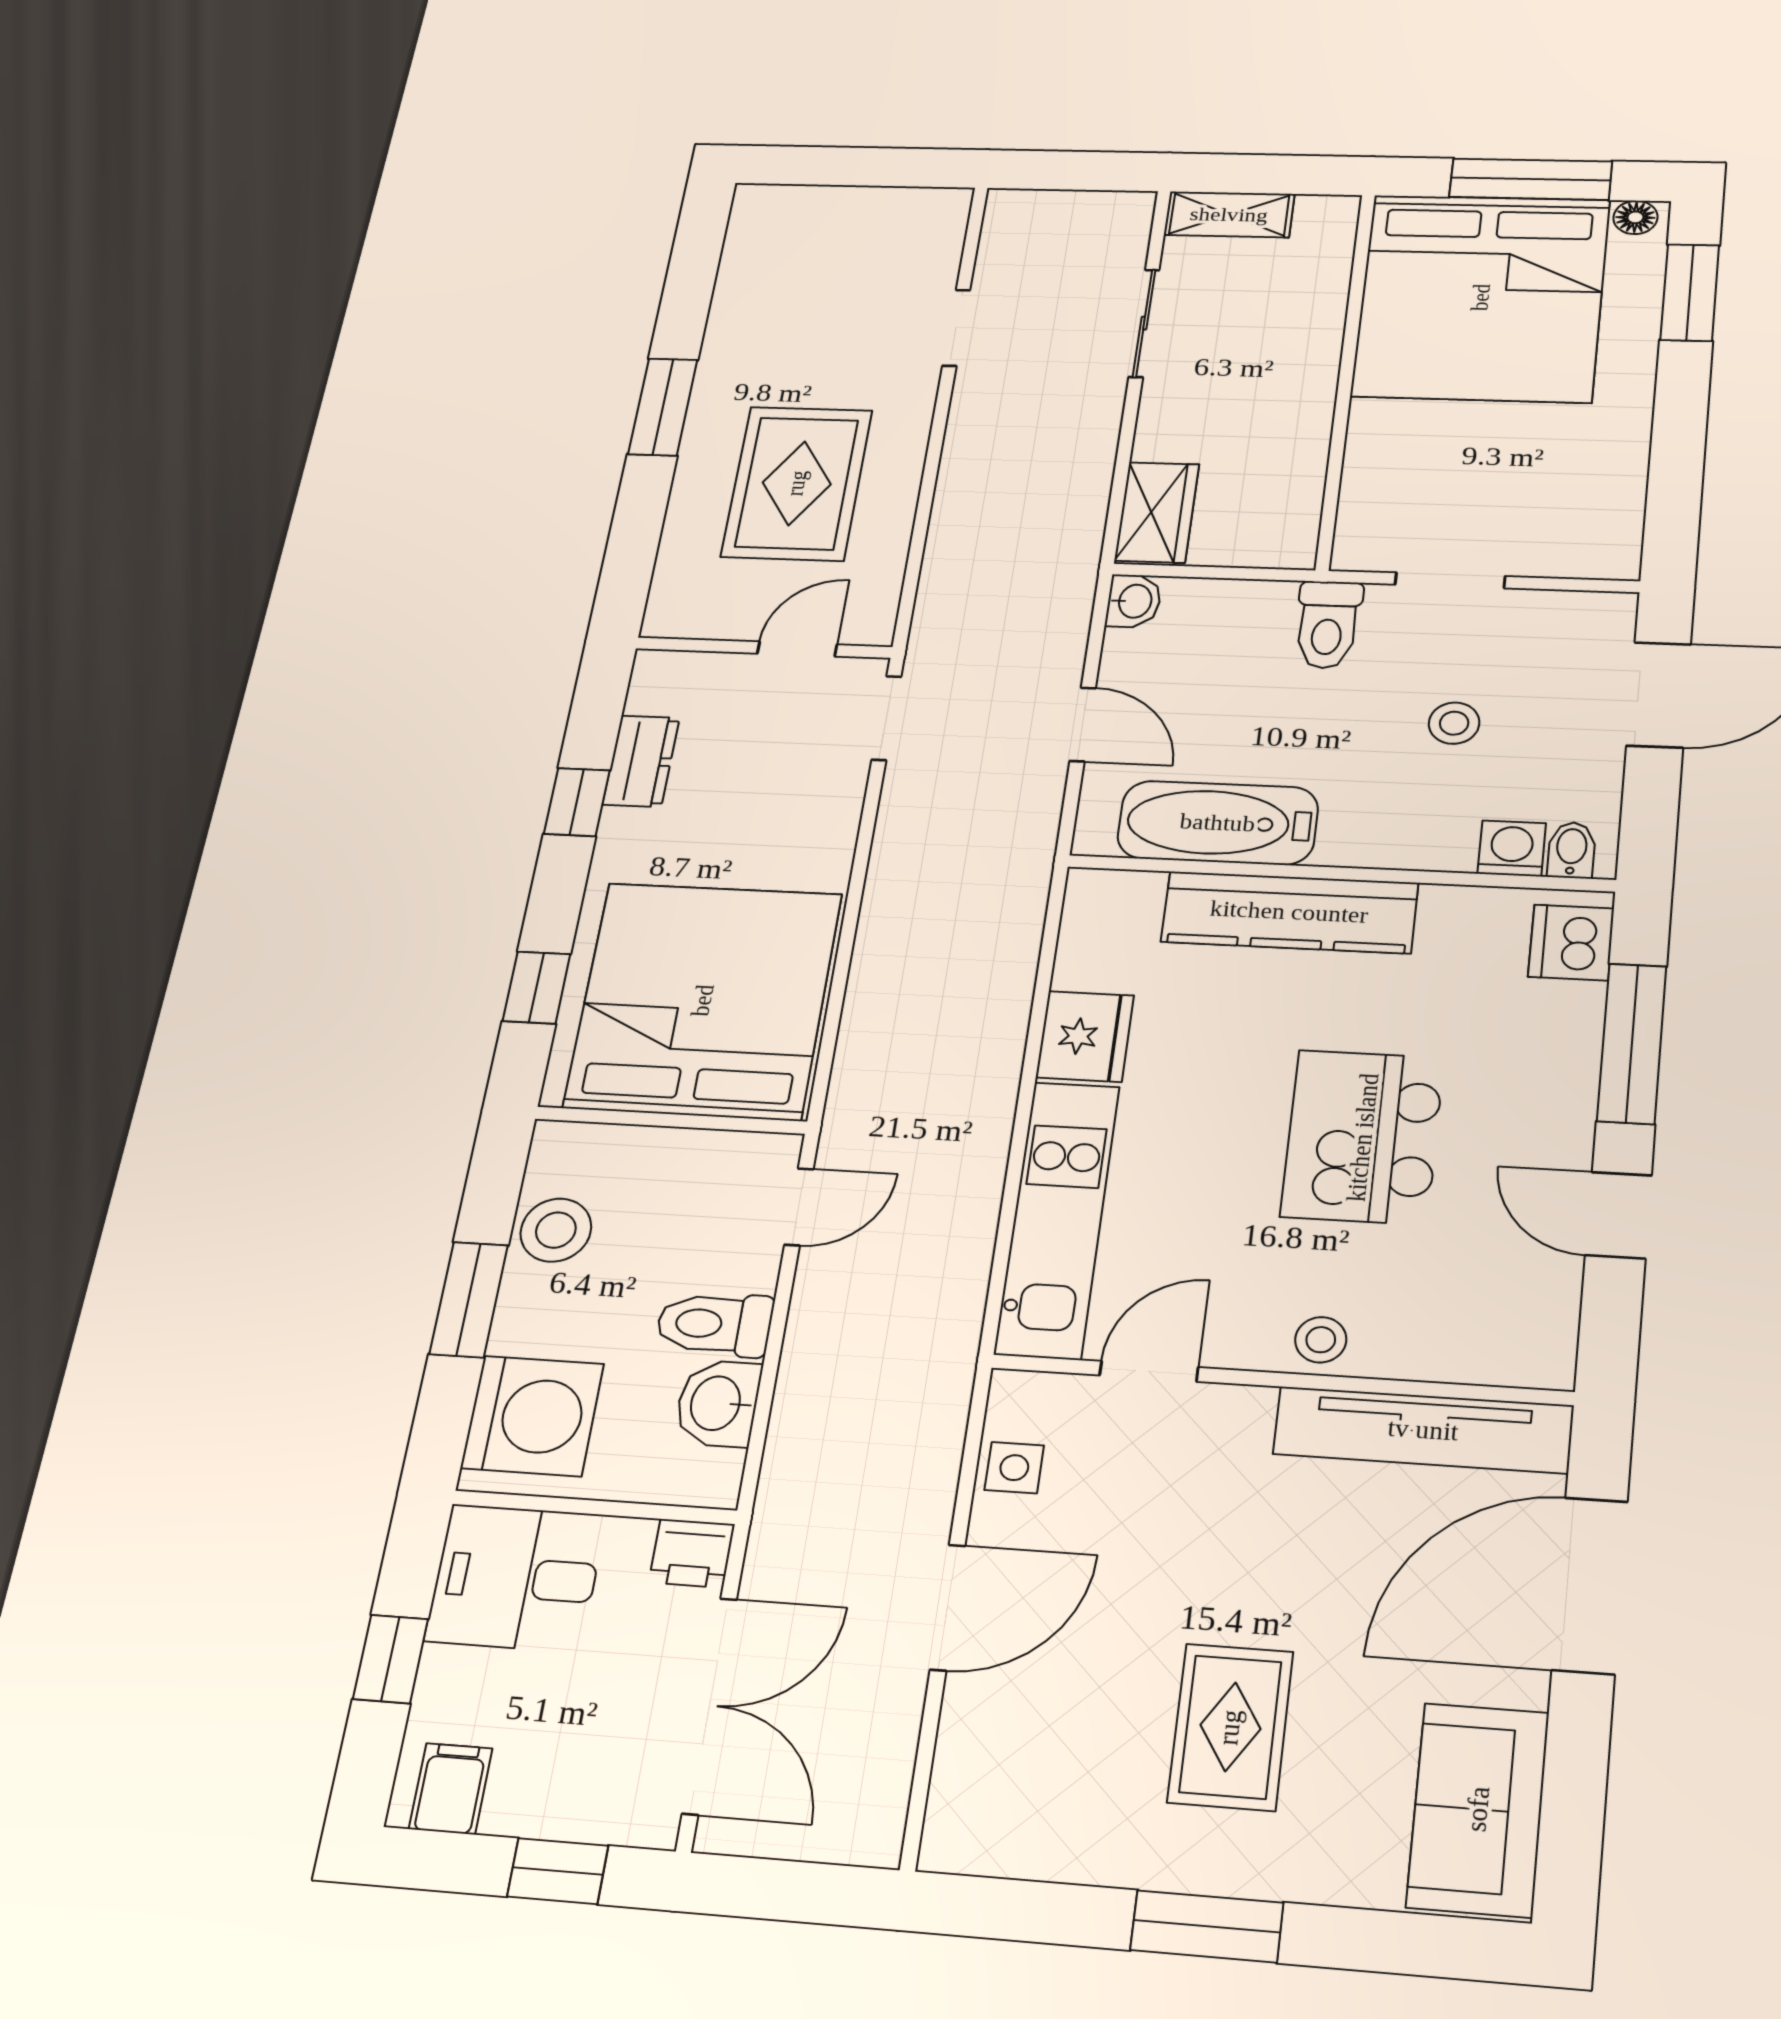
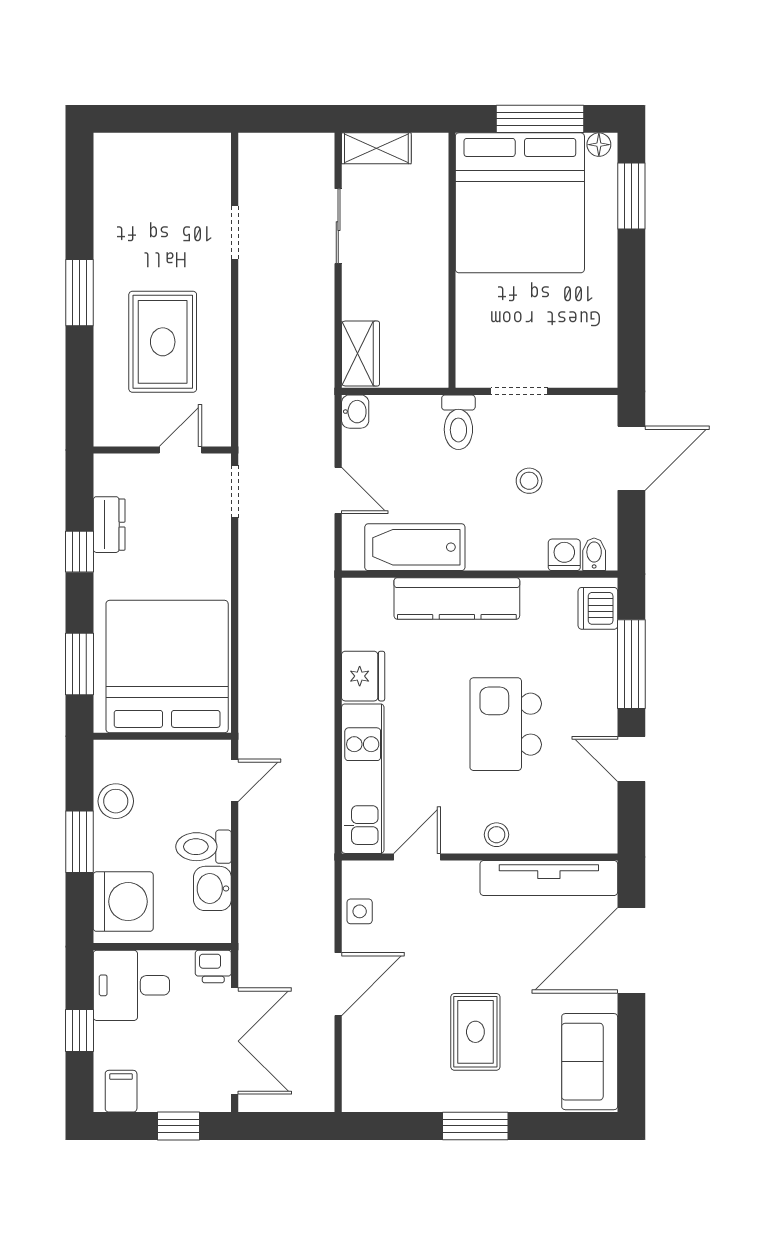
window: (536, 987) -> (80, 664), width x1.50

